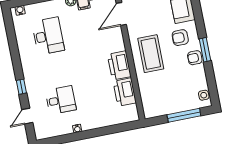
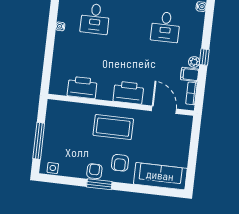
desk: (48, 36) -> (165, 27), width x0.73
armchair: (180, 38) -> (120, 163), turned 180
printer: (119, 65) -> (128, 93), moved

